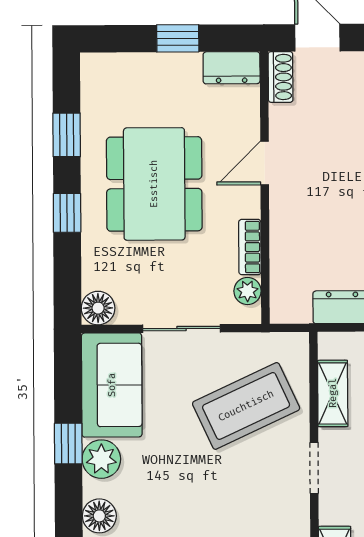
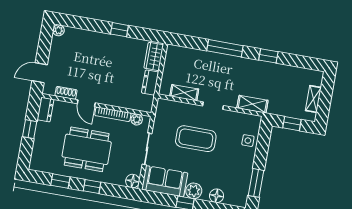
shoe rack: (281, 77) -> (66, 93), moved
bookcase: (250, 247) -> (113, 114), width x1.56
coffee table: (246, 406) -> (196, 139), moved, turned -65

